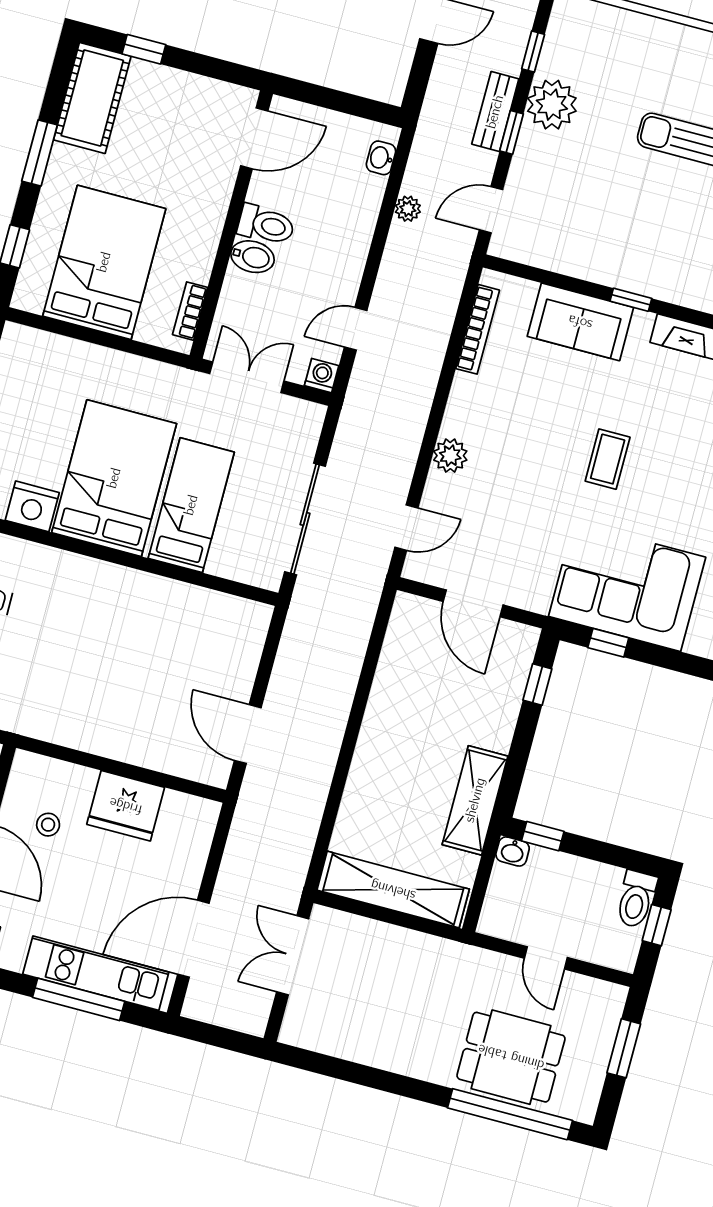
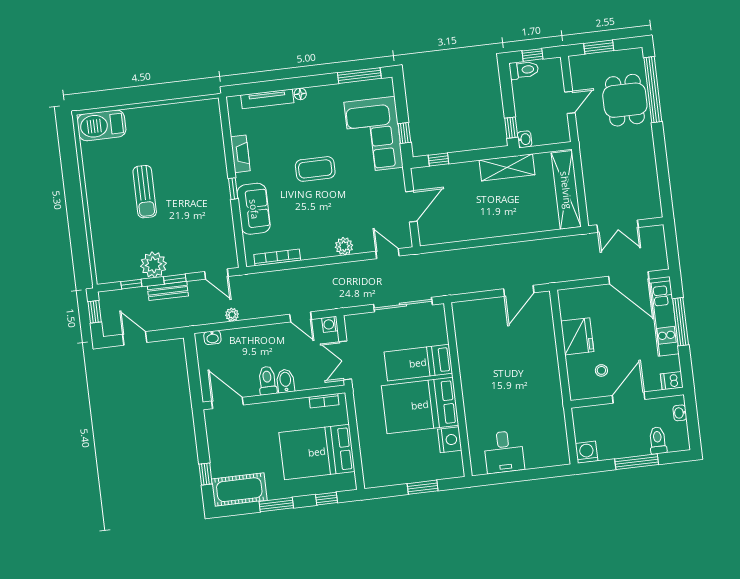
coffee table: (608, 459) -> (315, 169), width x1.36, depth x1.30

